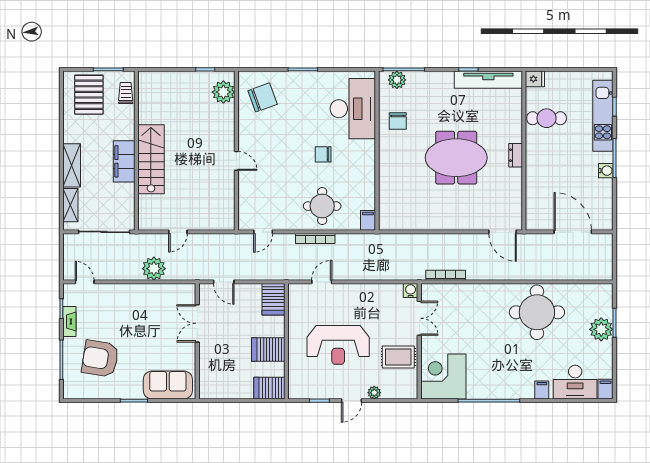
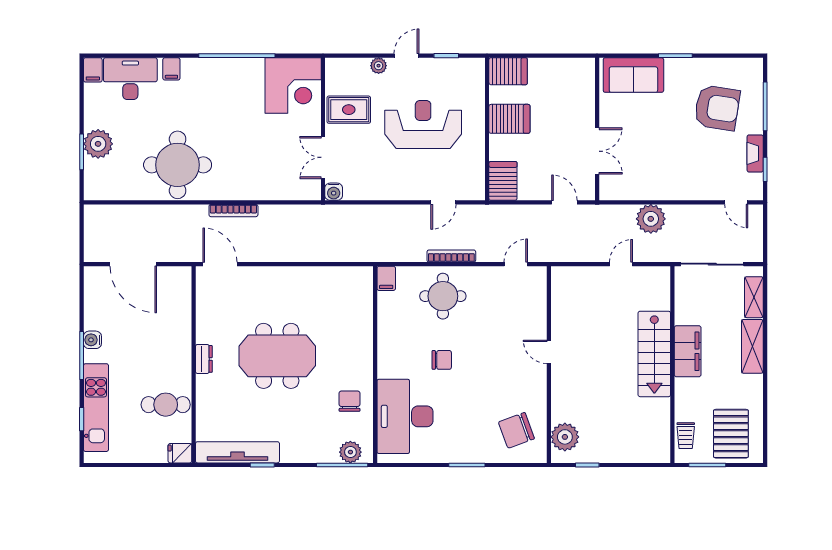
bookcase: (446, 275) -> (233, 211), moved

